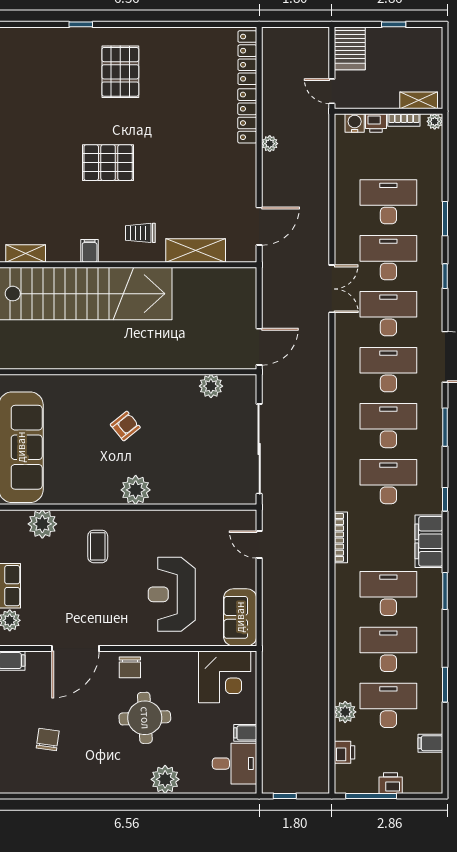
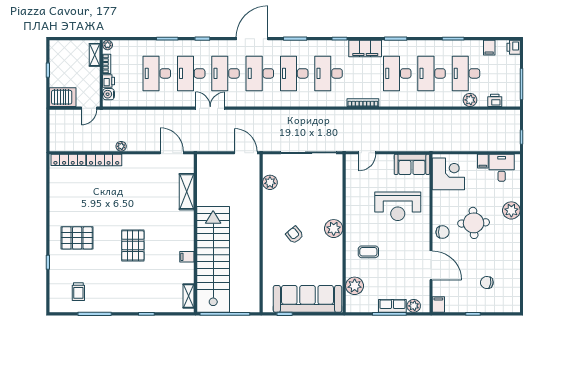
trolley: (140, 233) -> (78, 292), moved
printer: (391, 783) -> (514, 47), moved

